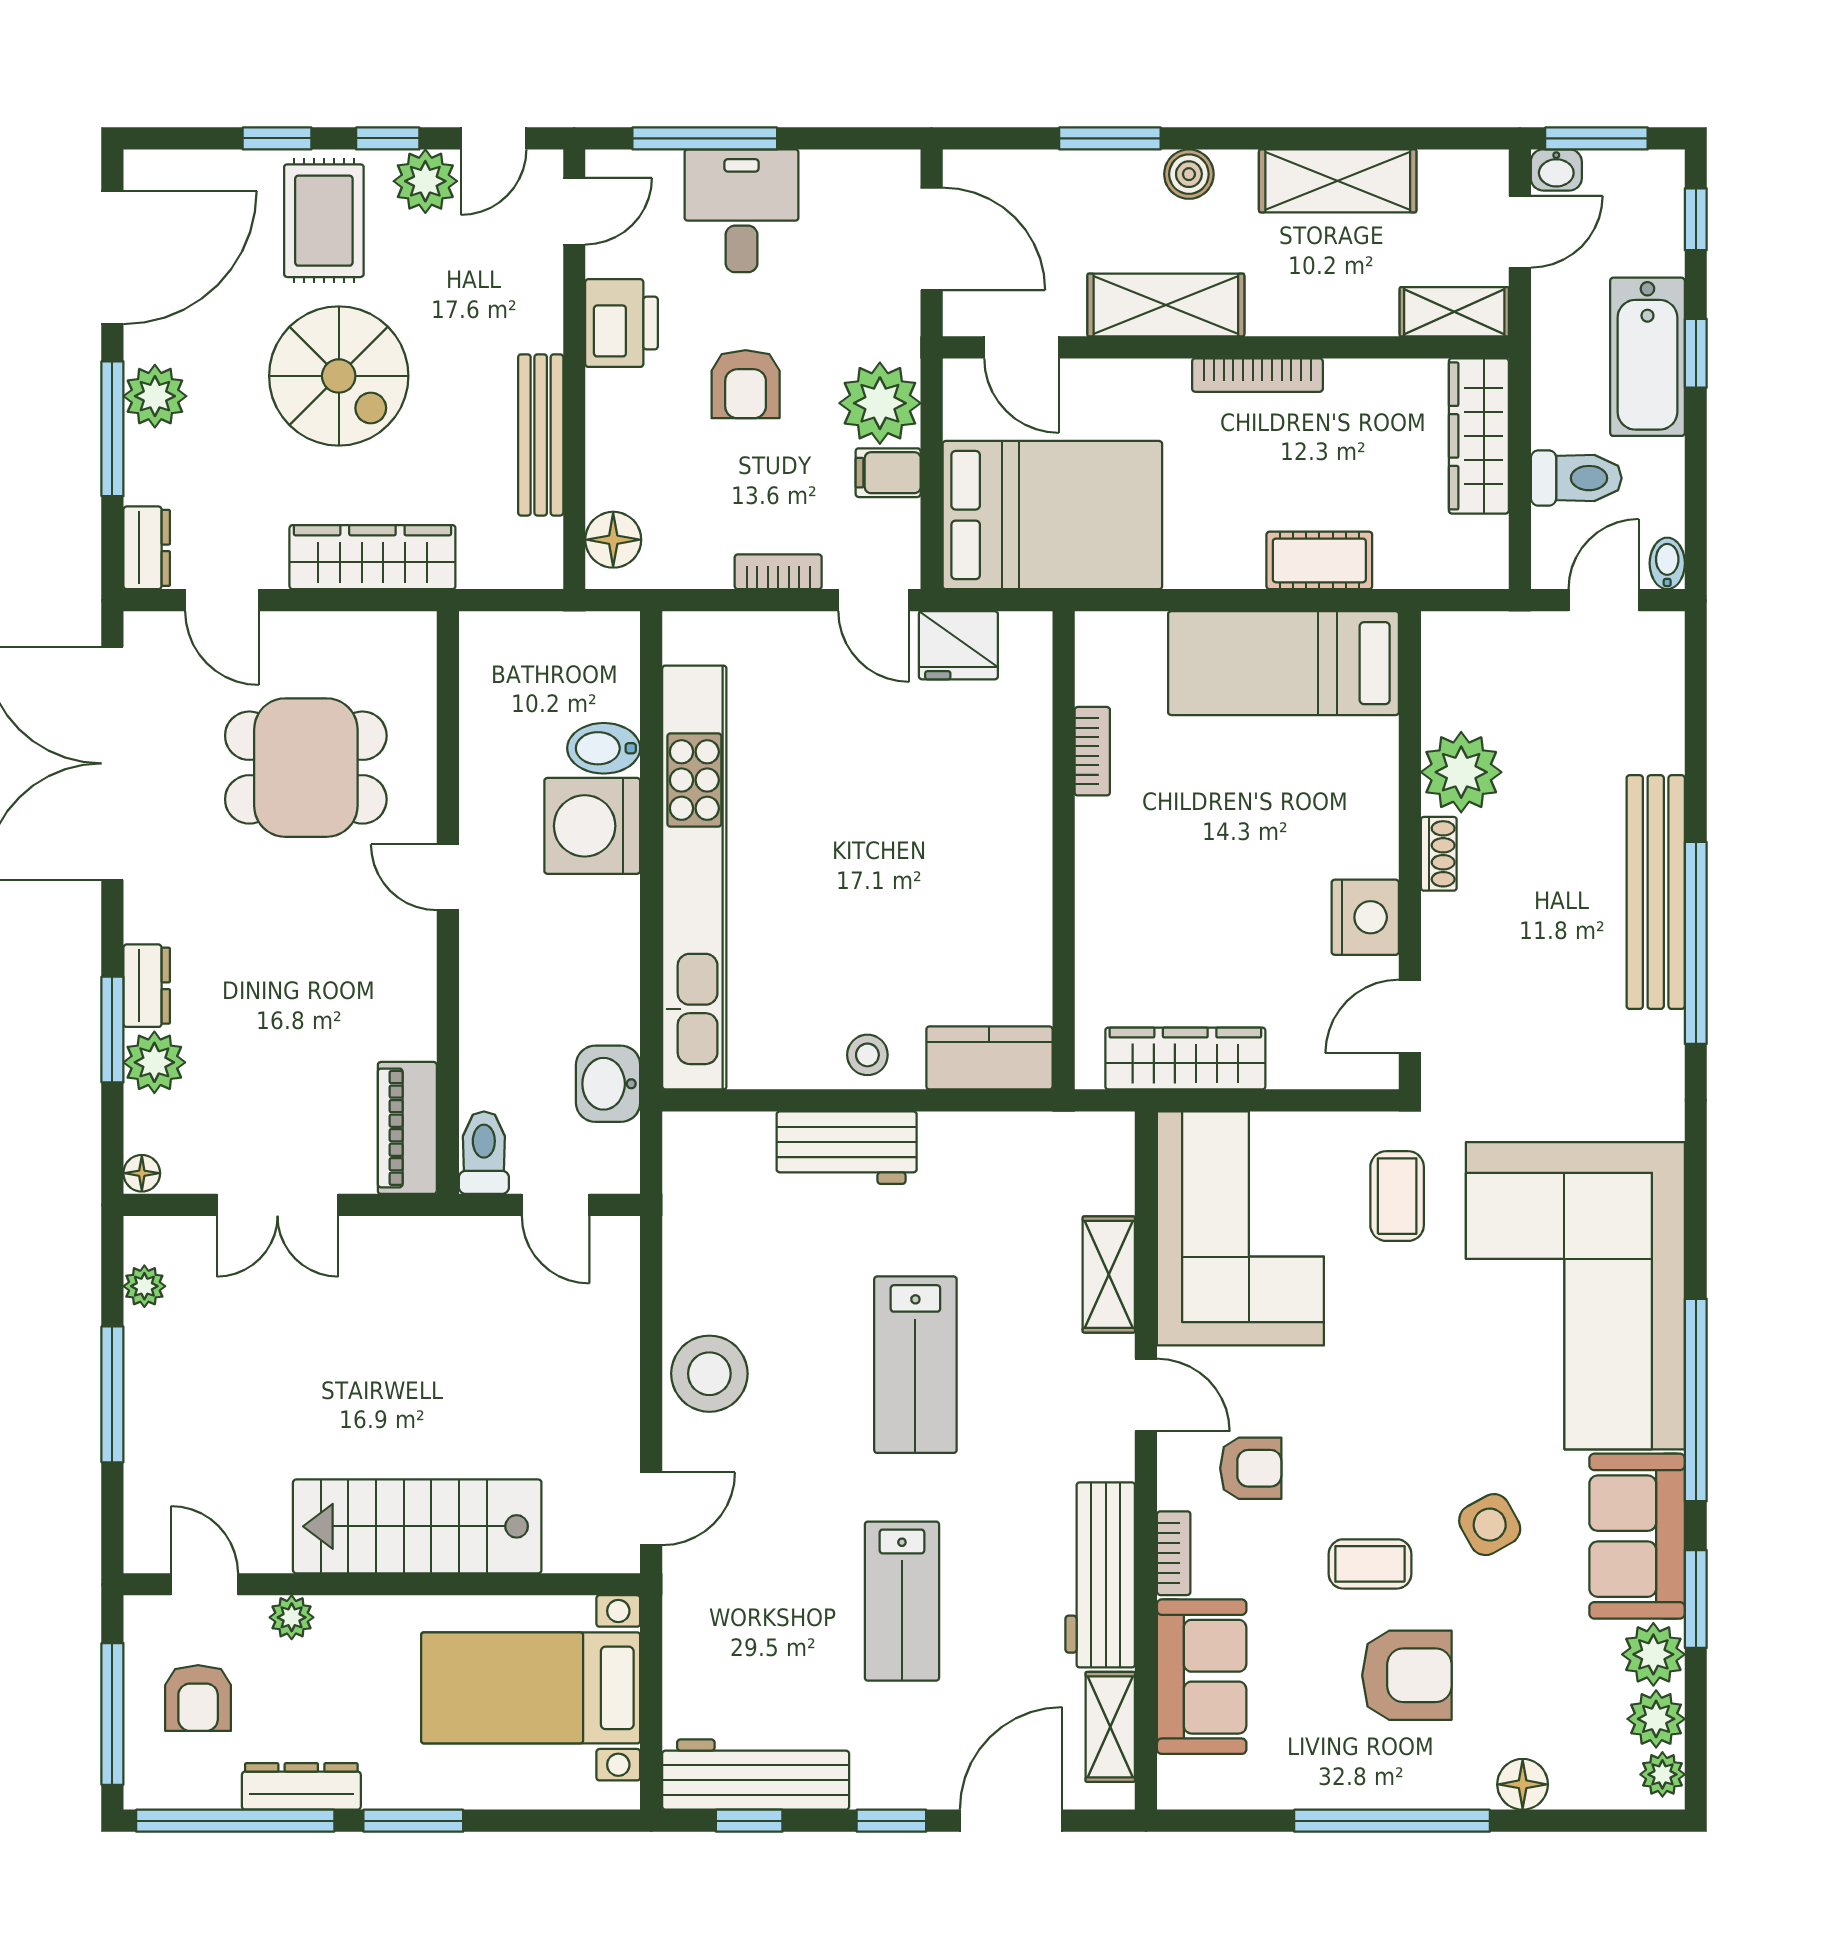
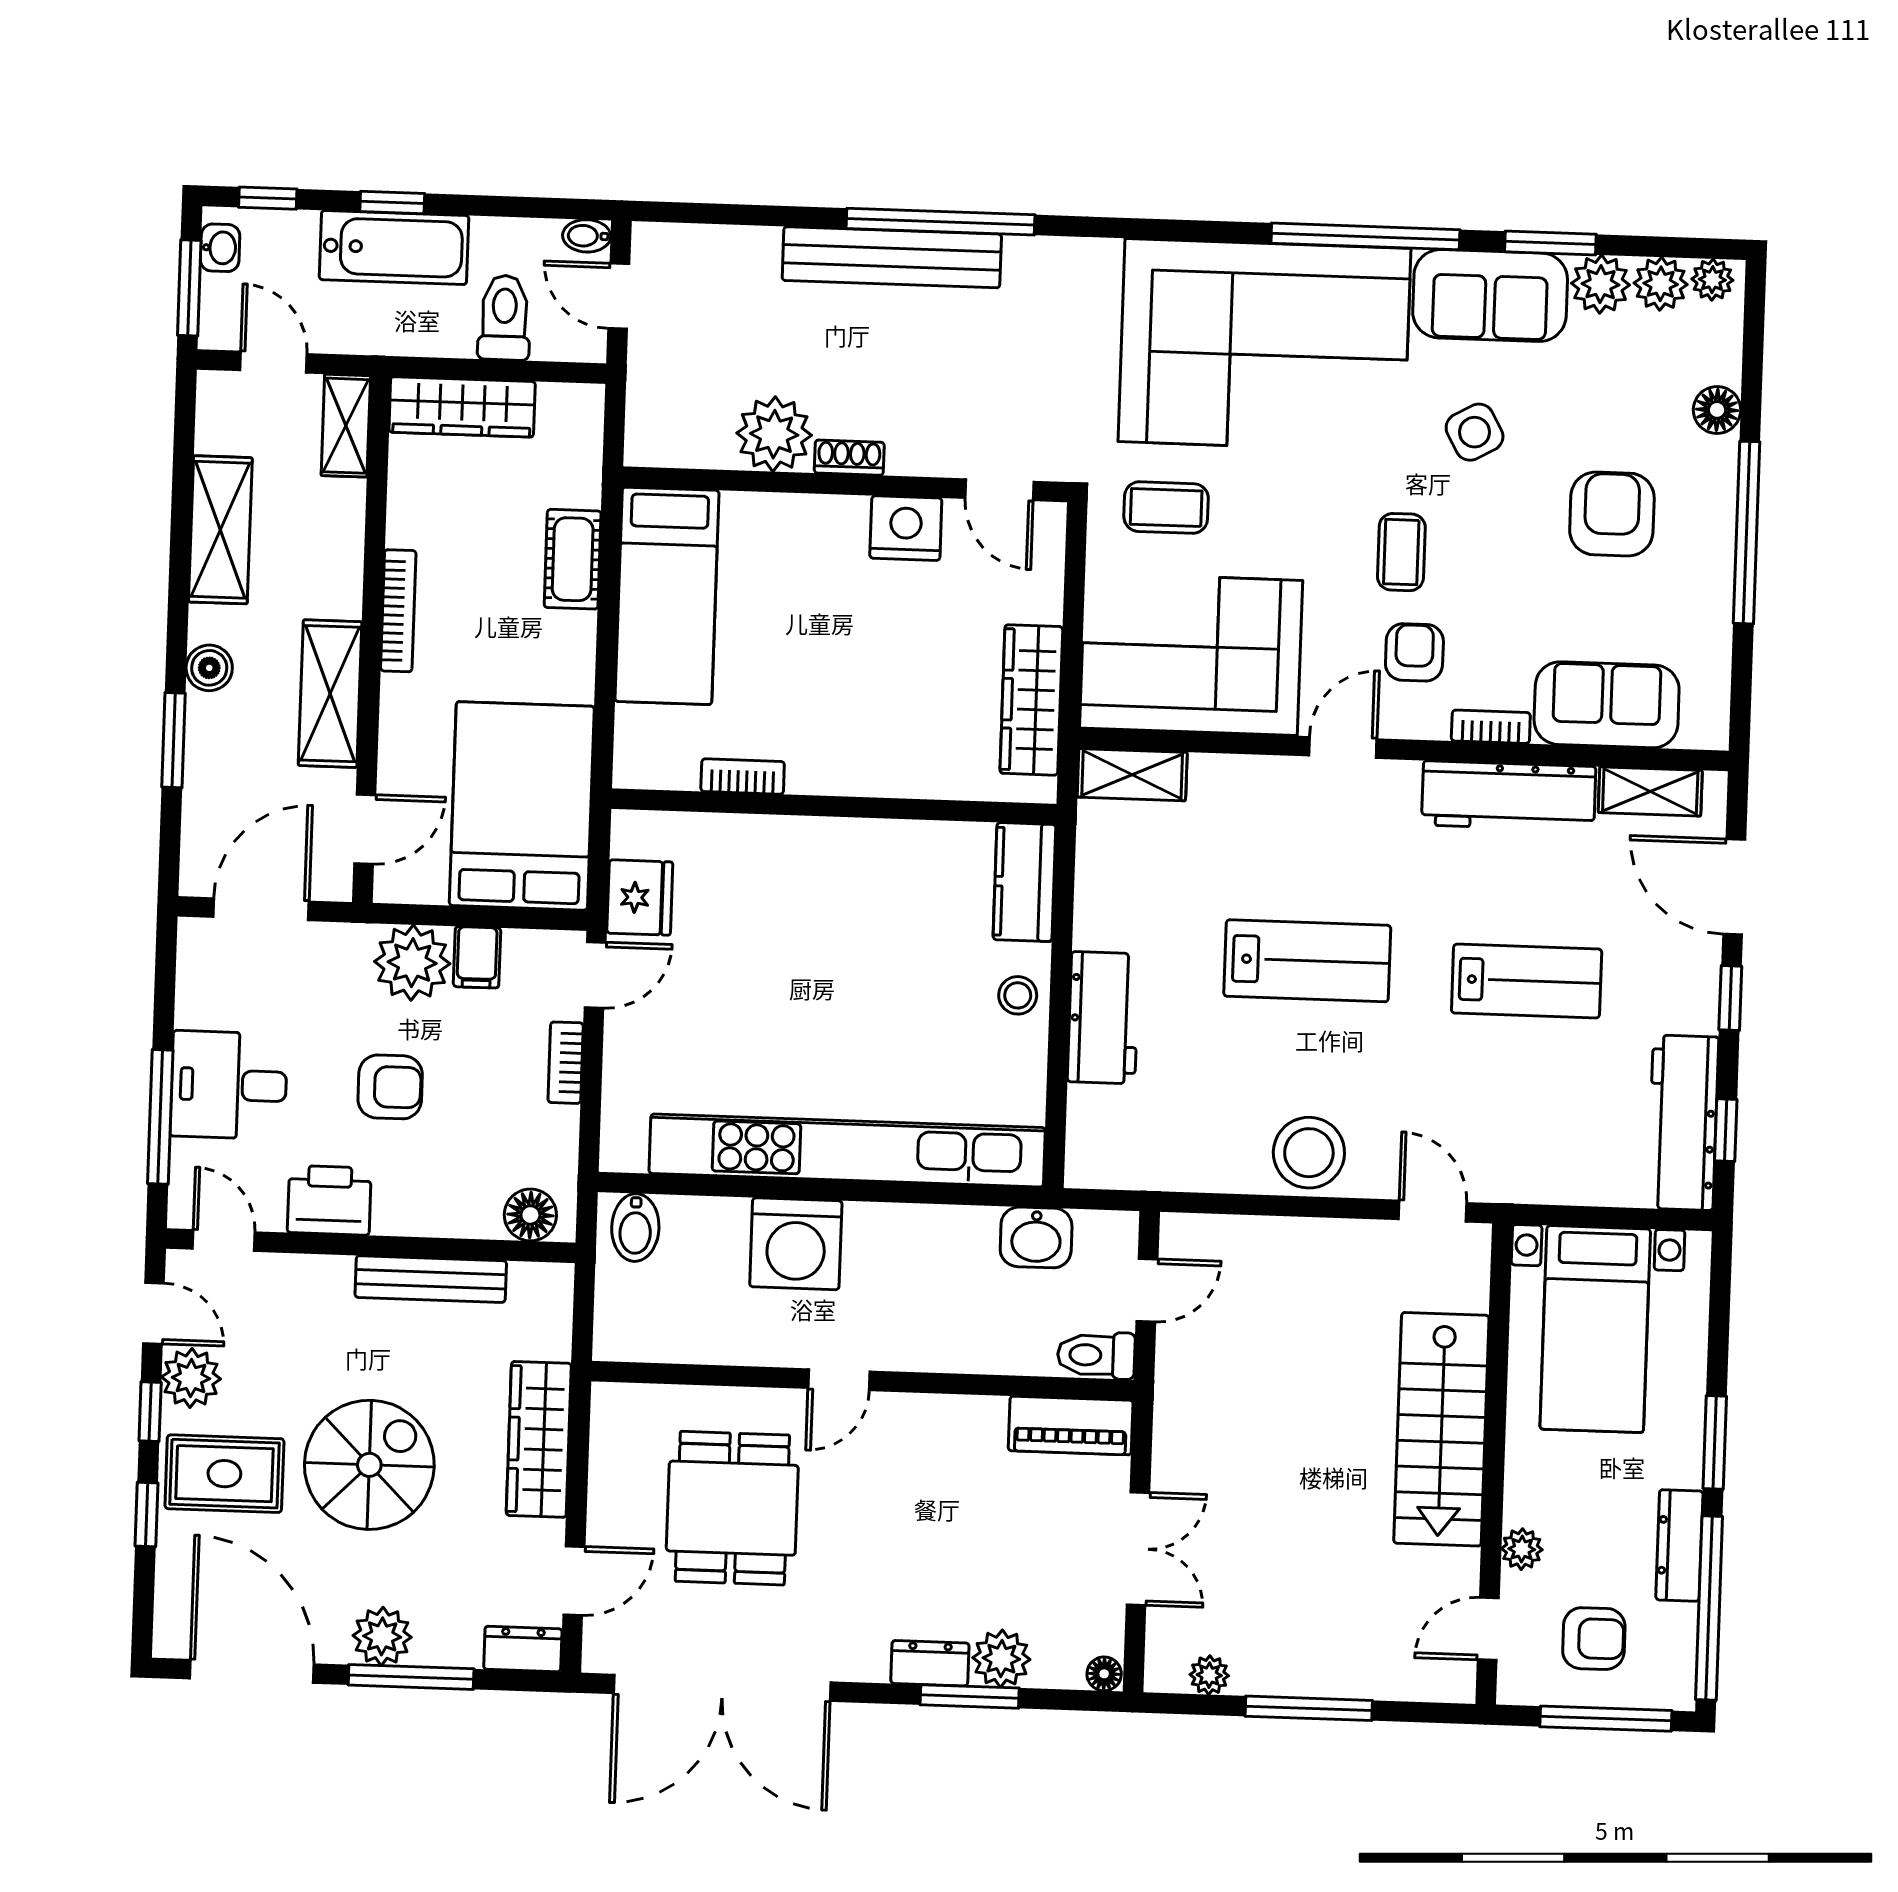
washbasin: (1556, 170) -> (220, 248), moved
bidet: (604, 748) -> (635, 1228), moved
shelving: (1109, 1274) -> (1132, 775), moved
coffee table: (1370, 1564) -> (1401, 552), moved

